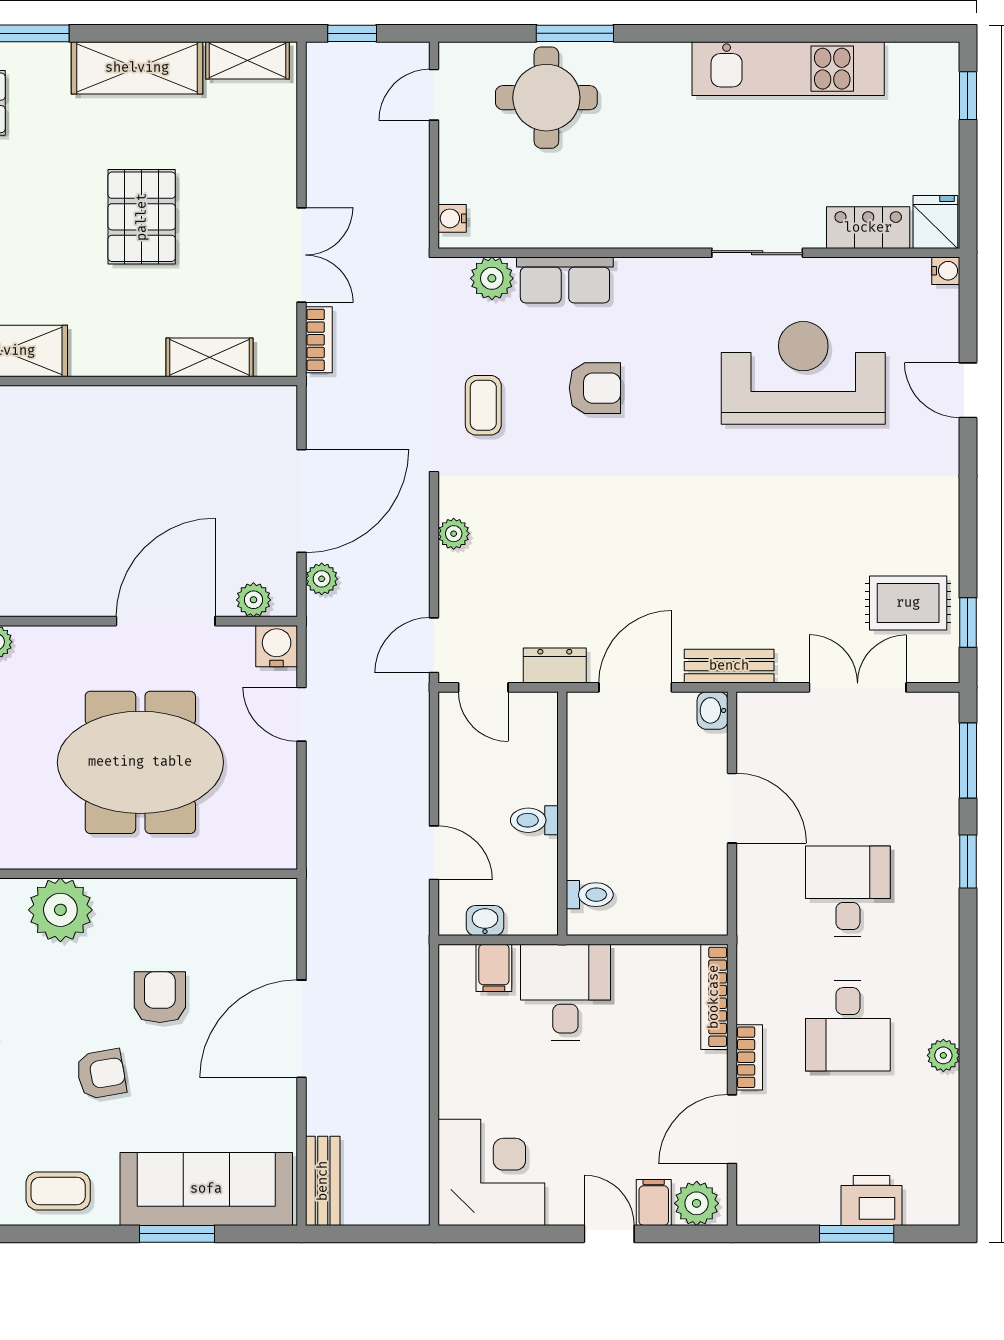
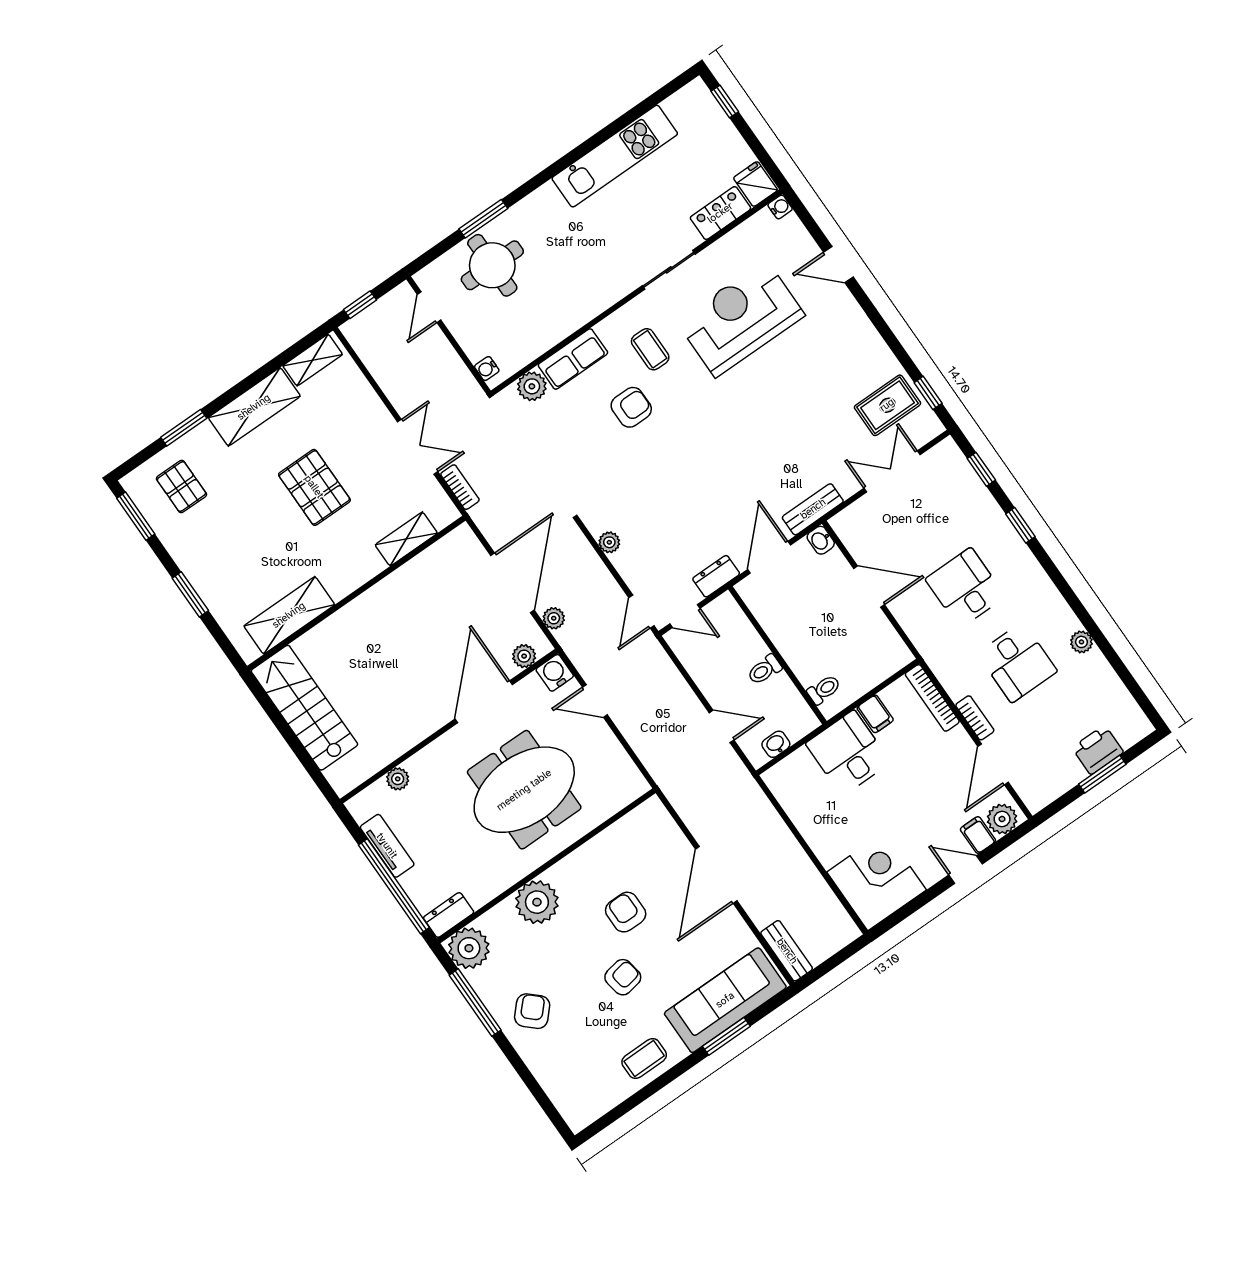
coffee table: (483, 405) -> (650, 349), moved
window: (968, 761) -> (981, 469), width x0.67
filing cabinet: (494, 968) -> (875, 714), moved

